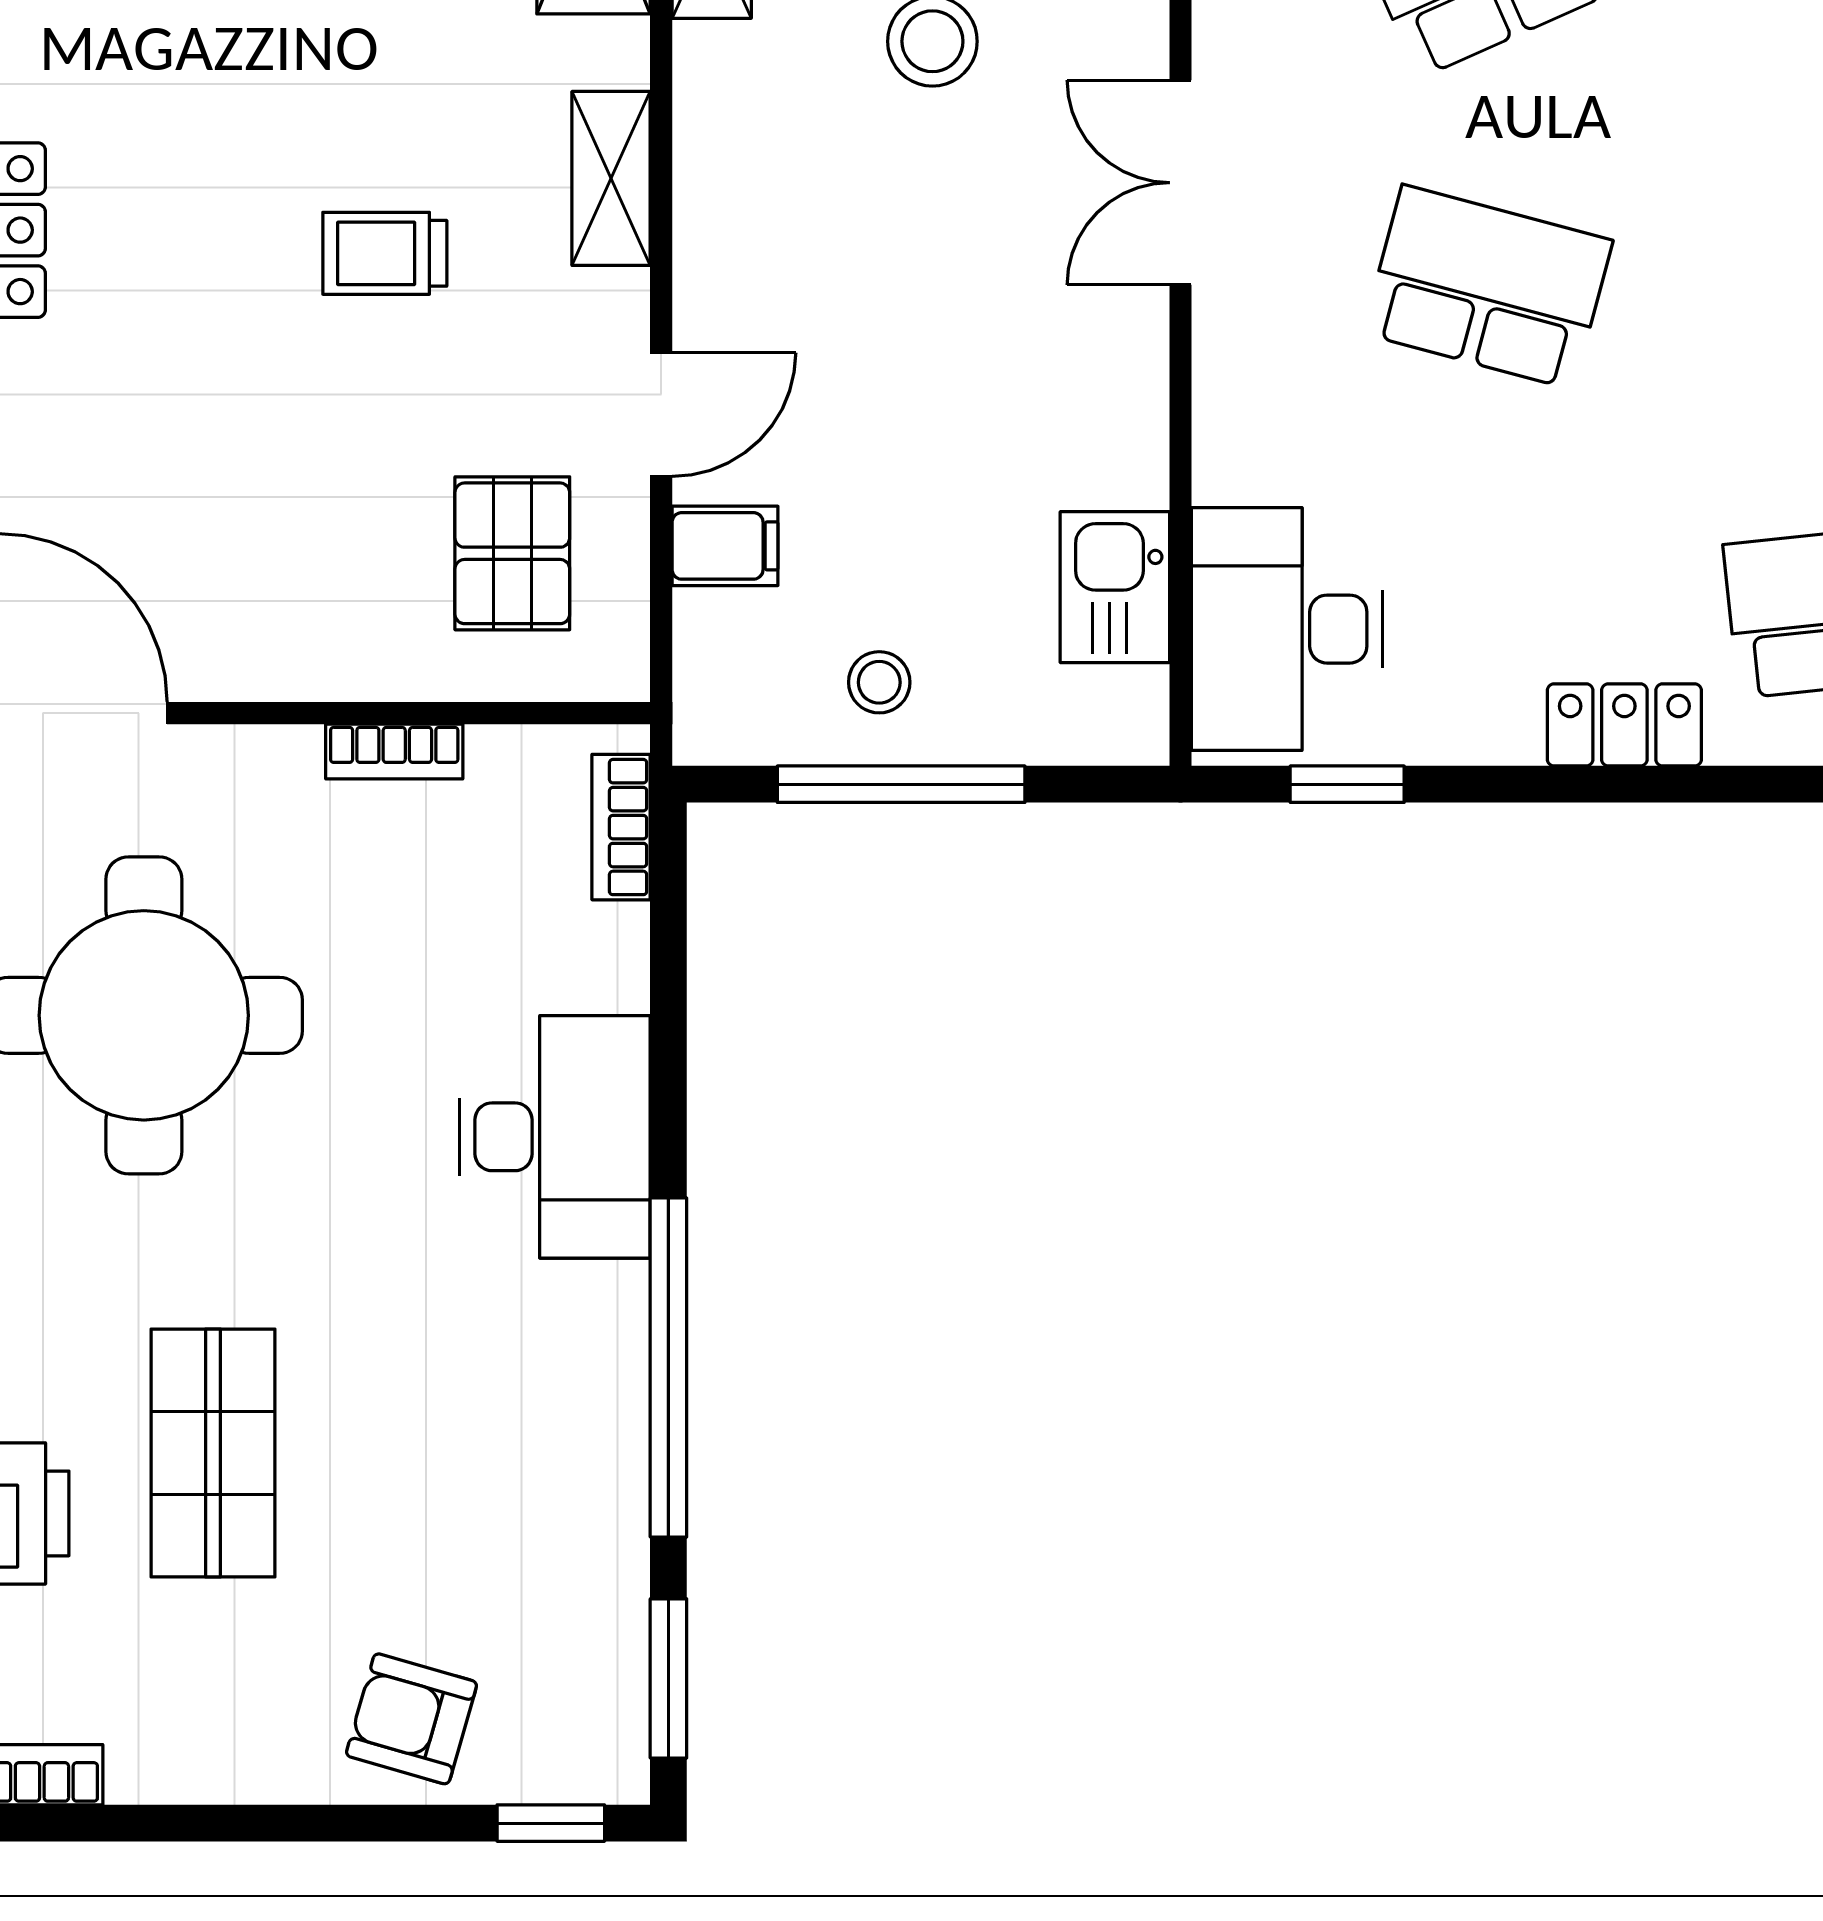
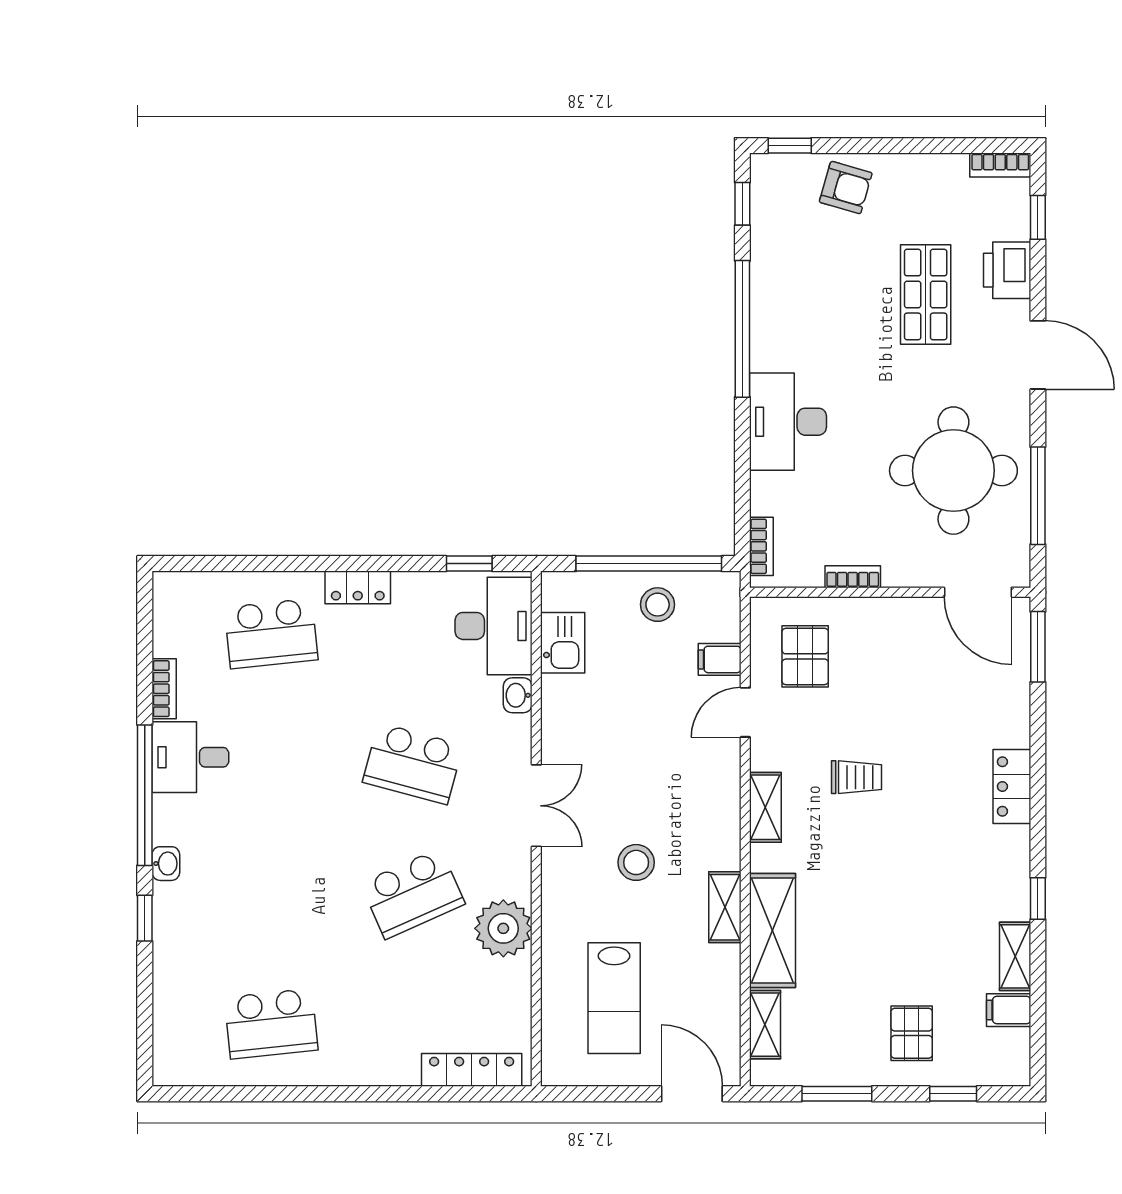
washbasin: (1227, 457) -> (518, 695), added
stool: (879, 682) -> (658, 605), width x1.37, depth x1.37
window: (901, 784) -> (649, 564), width x1.46
window: (668, 1678) -> (742, 204), width x0.67

